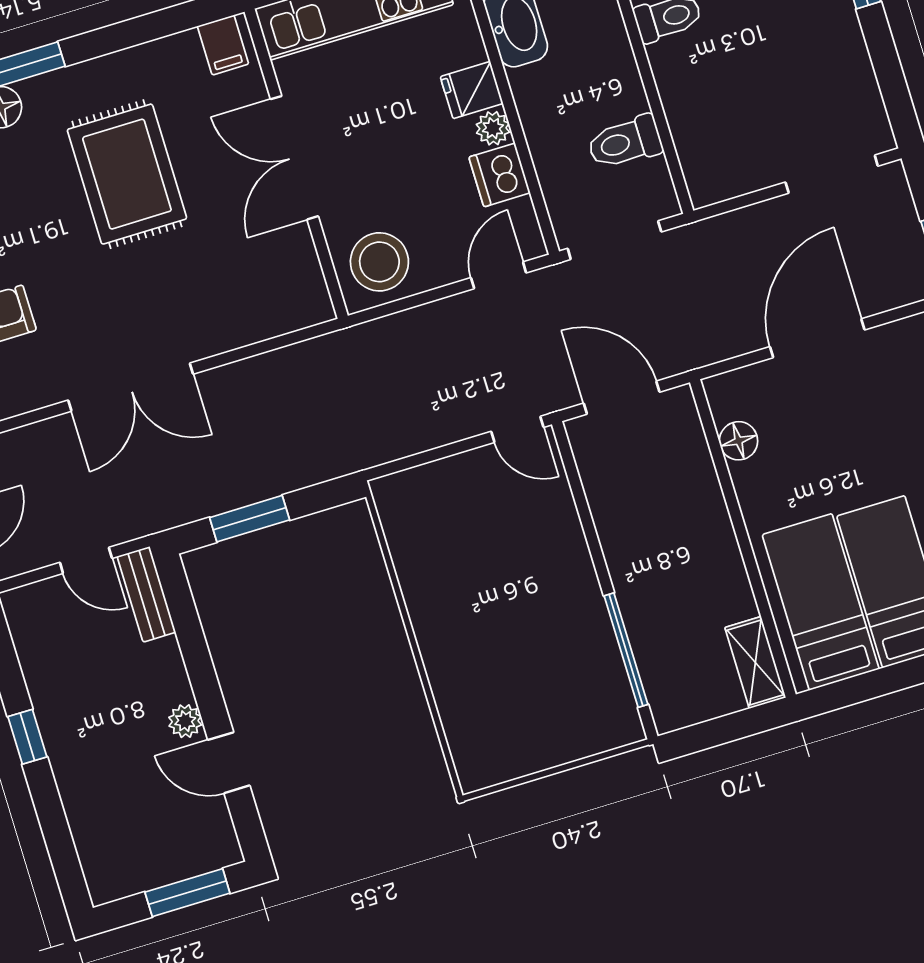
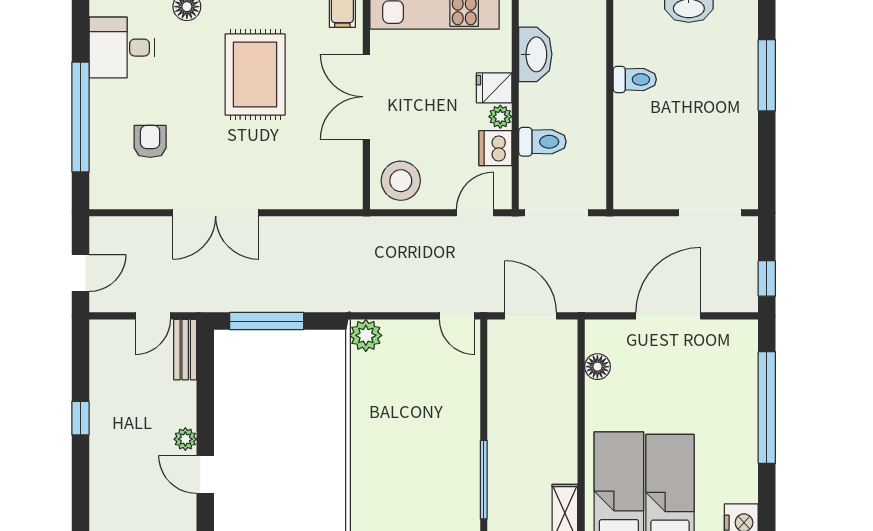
toilet: (625, 142) -> (542, 142), moved, turned 180
plant: (397, 496) -> (366, 335), added
window: (250, 519) -> (267, 321), width x1.44
door: (86, 560) -> (153, 316), hinge flipped

